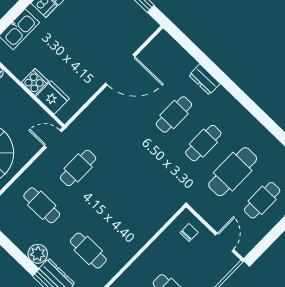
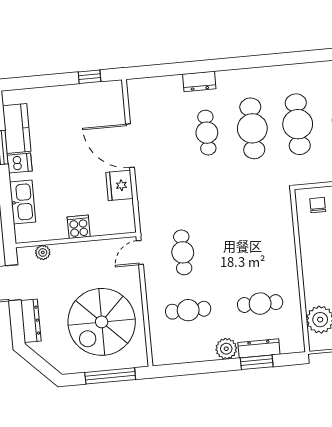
door: (120, 70) -> (130, 146), swing flipped
fridge: (53, 98) -> (119, 185), moved, turned -90
cafe table: (203, 143) -> (252, 128), width x1.37, depth x1.35

